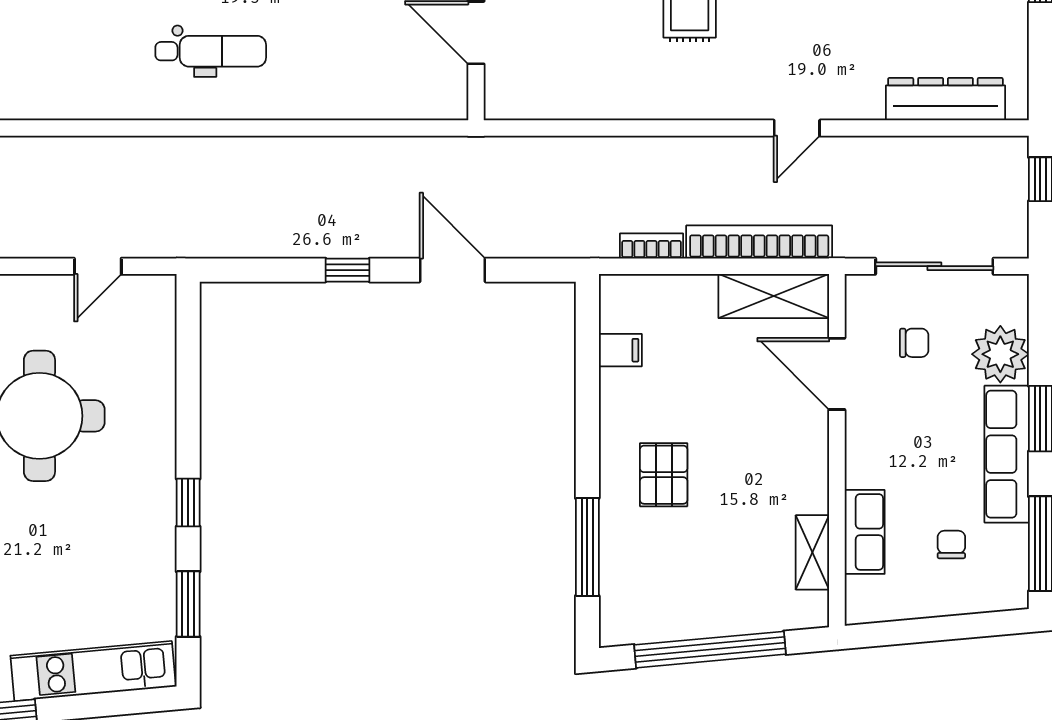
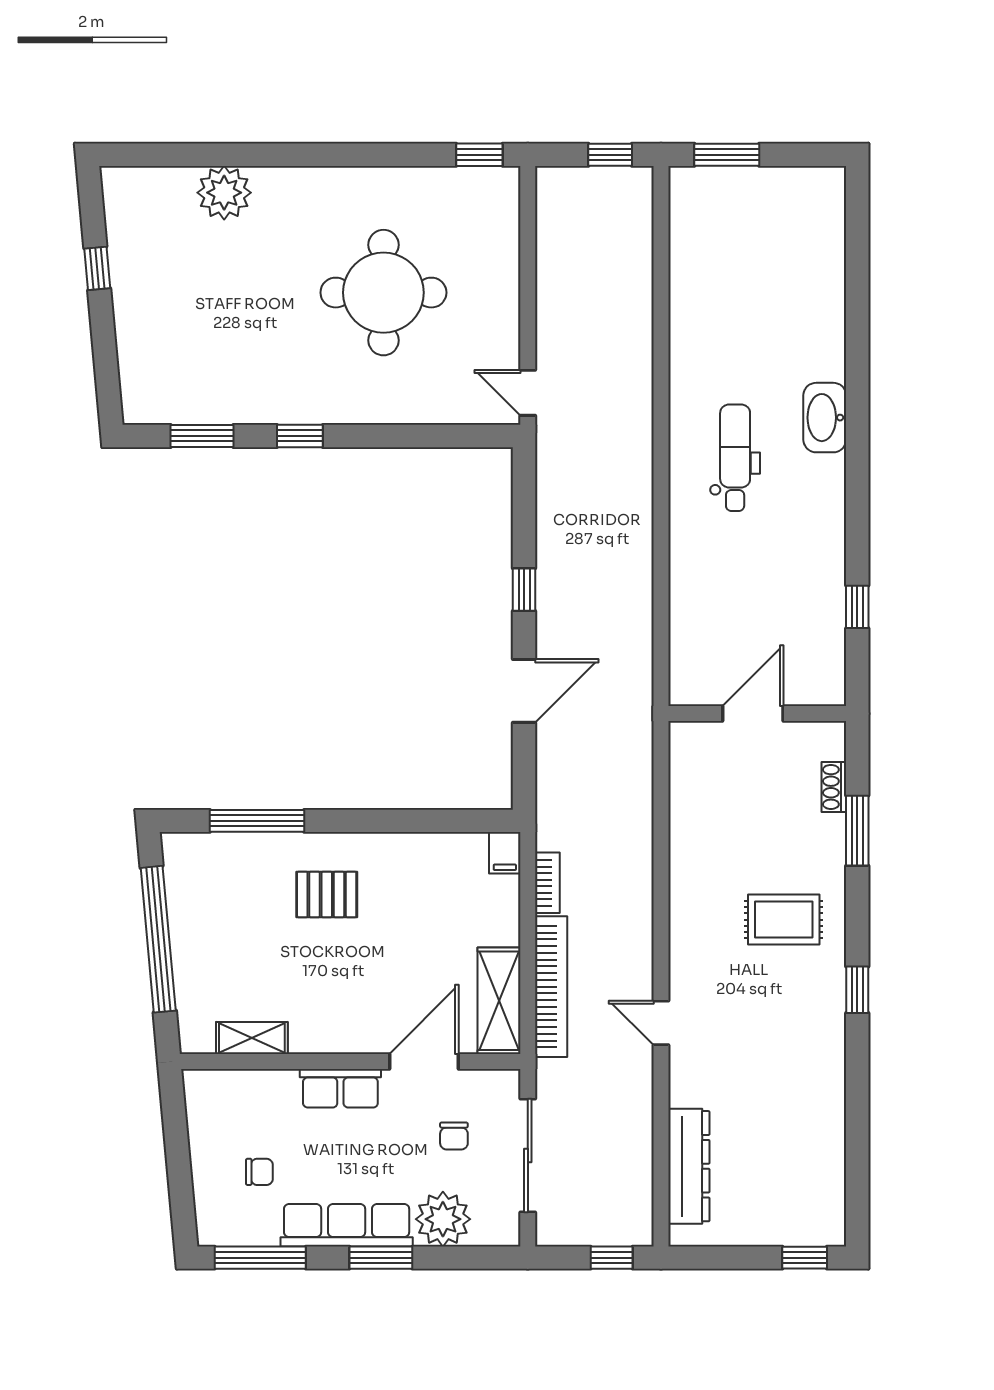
dental chair: (211, 51) -> (735, 458), turned 180
door: (98, 266) -> (528, 393), moved
filing cabinet: (620, 350) -> (505, 853), moved
row of seats: (865, 532) -> (340, 1088), moved
kitchen unit: (93, 671) -> (137, 344), removed

